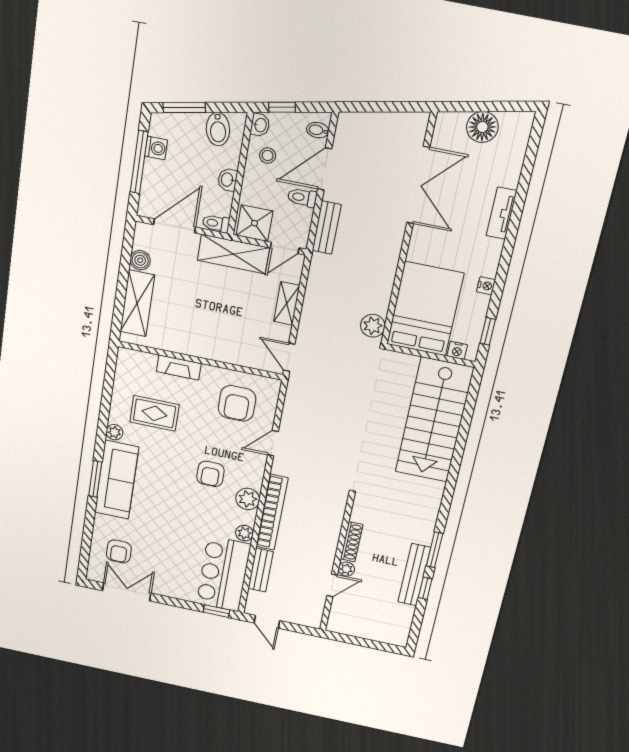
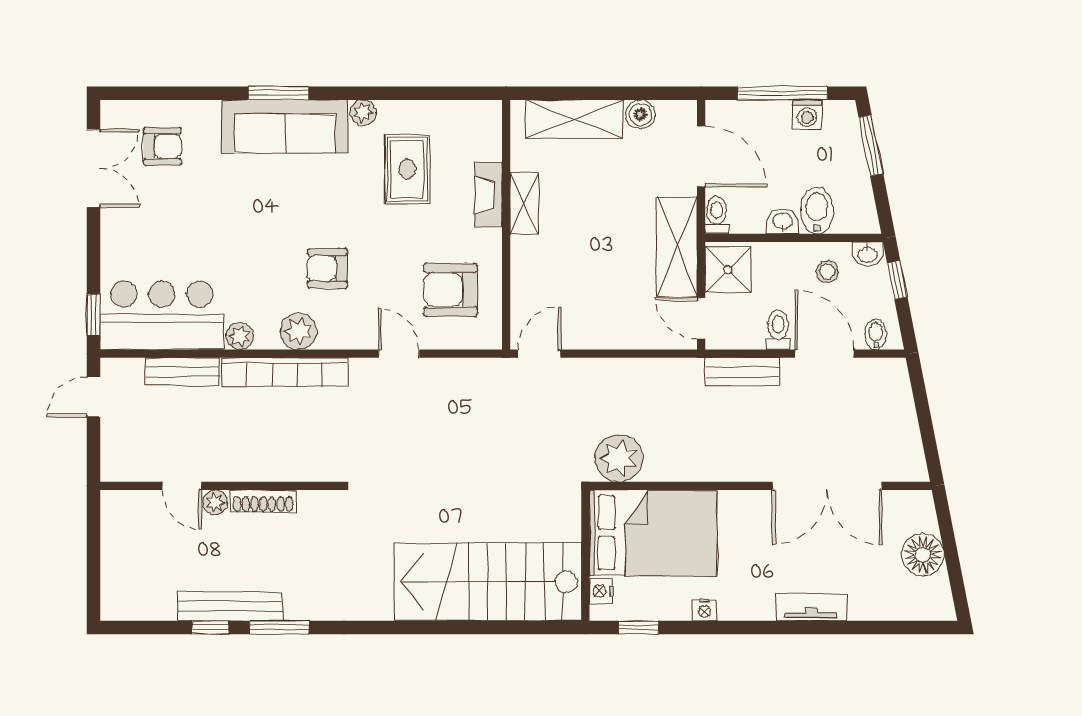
bidet: (218, 129) -> (817, 211), moved, turned 101
shelving: (287, 303) -> (524, 203), moved, turned 90
plant: (373, 326) -> (619, 458), width x1.36, depth x1.36
armchair: (119, 551) -> (162, 146), turned 180

